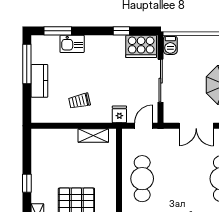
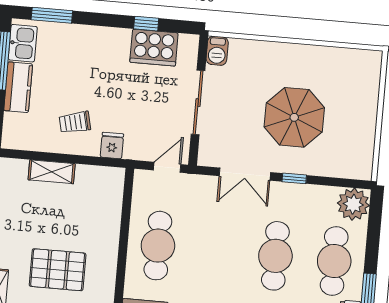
kitchen sink: (72, 44) -> (23, 43), moved, turned -90
cooker: (141, 46) -> (154, 48), moved
fridge: (119, 114) -> (112, 145), moved
shelving: (93, 135) -> (52, 172), moved

